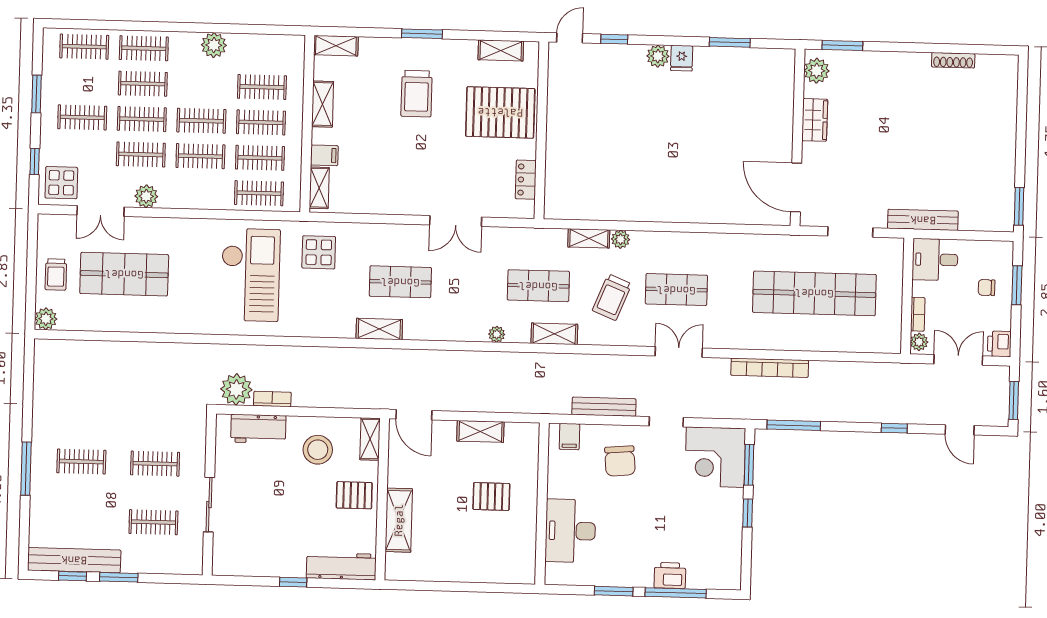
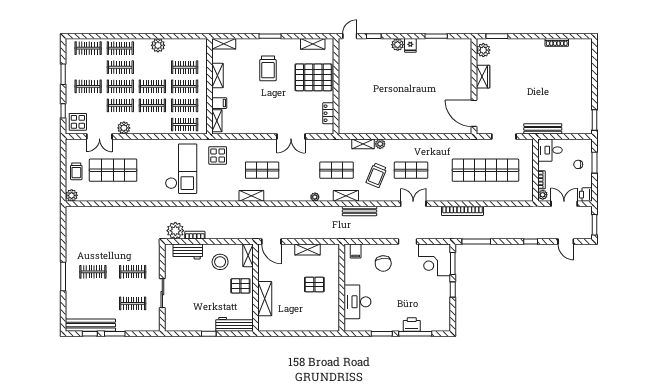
bench: (604, 407) -> (360, 211), moved

